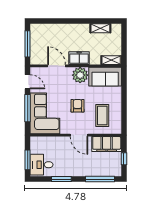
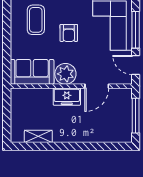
shelving: (111, 60) -> (24, 94), removed
door: (57, 66) -> (97, 86), hinge flipped

